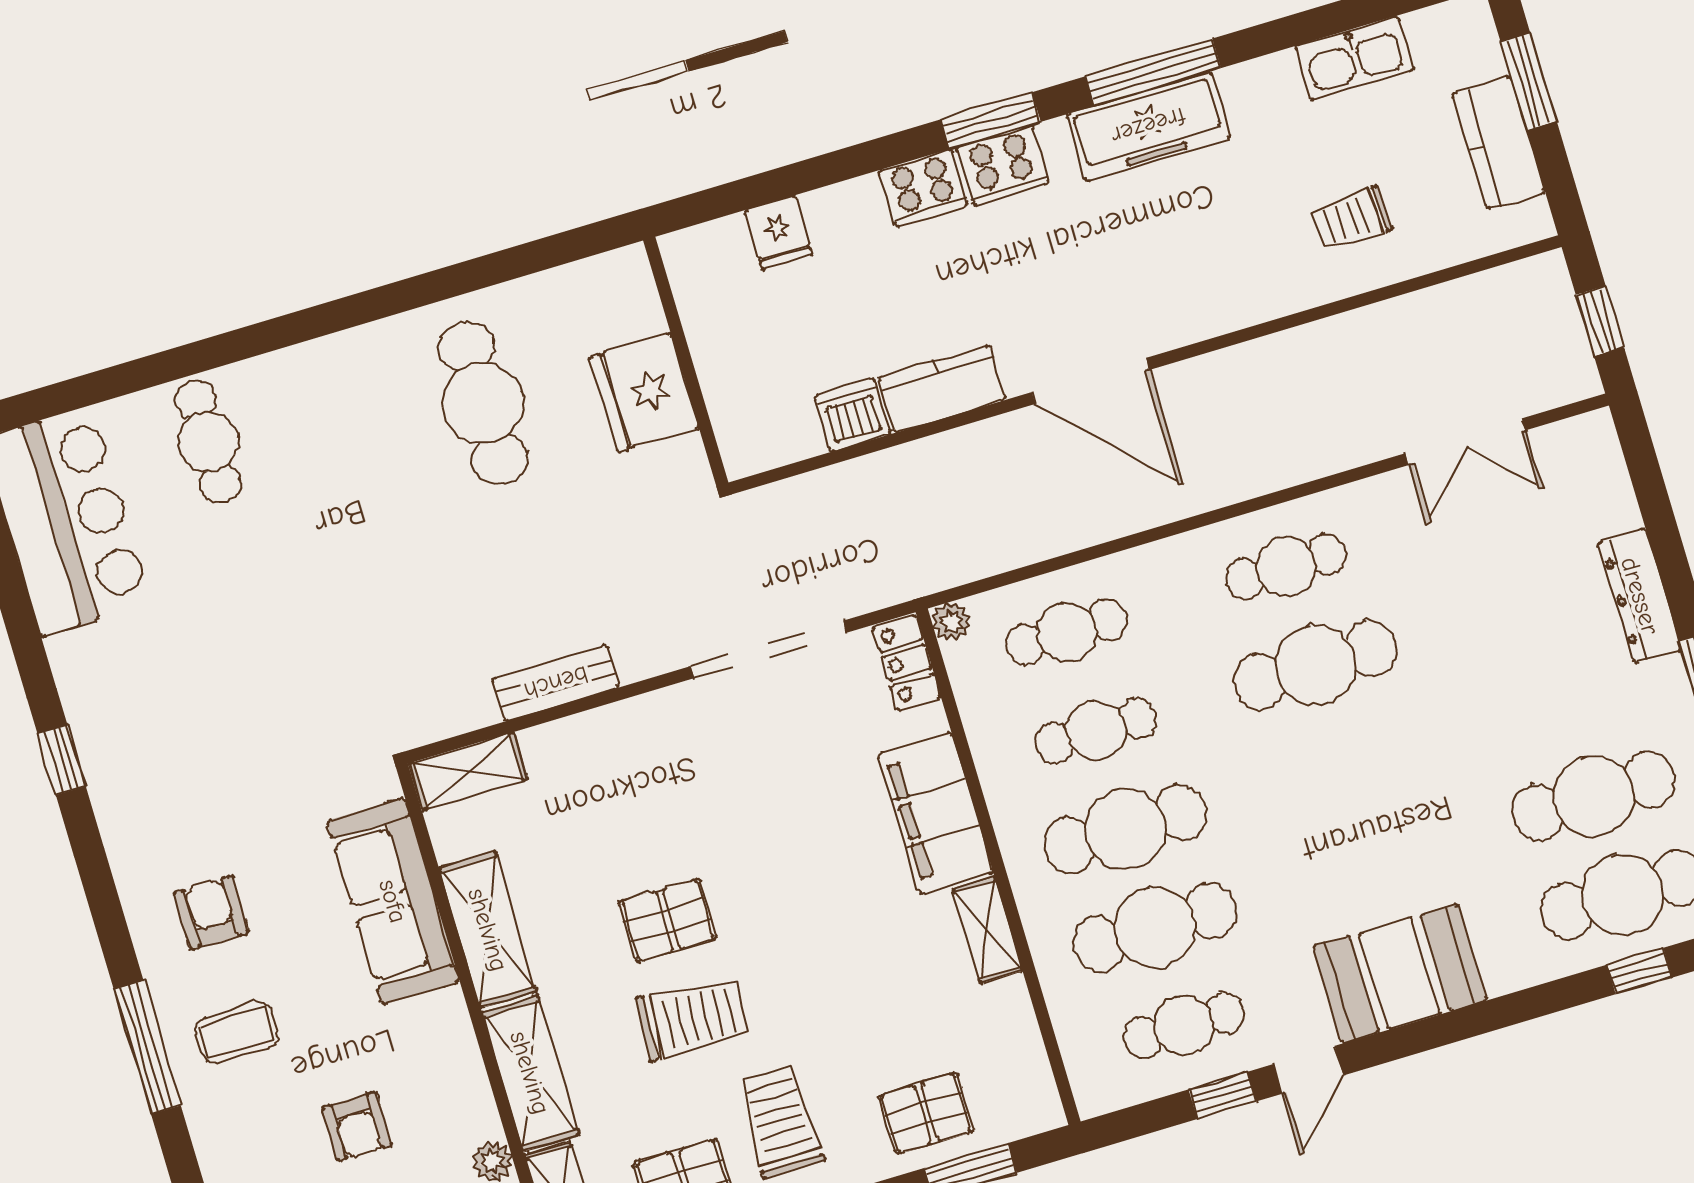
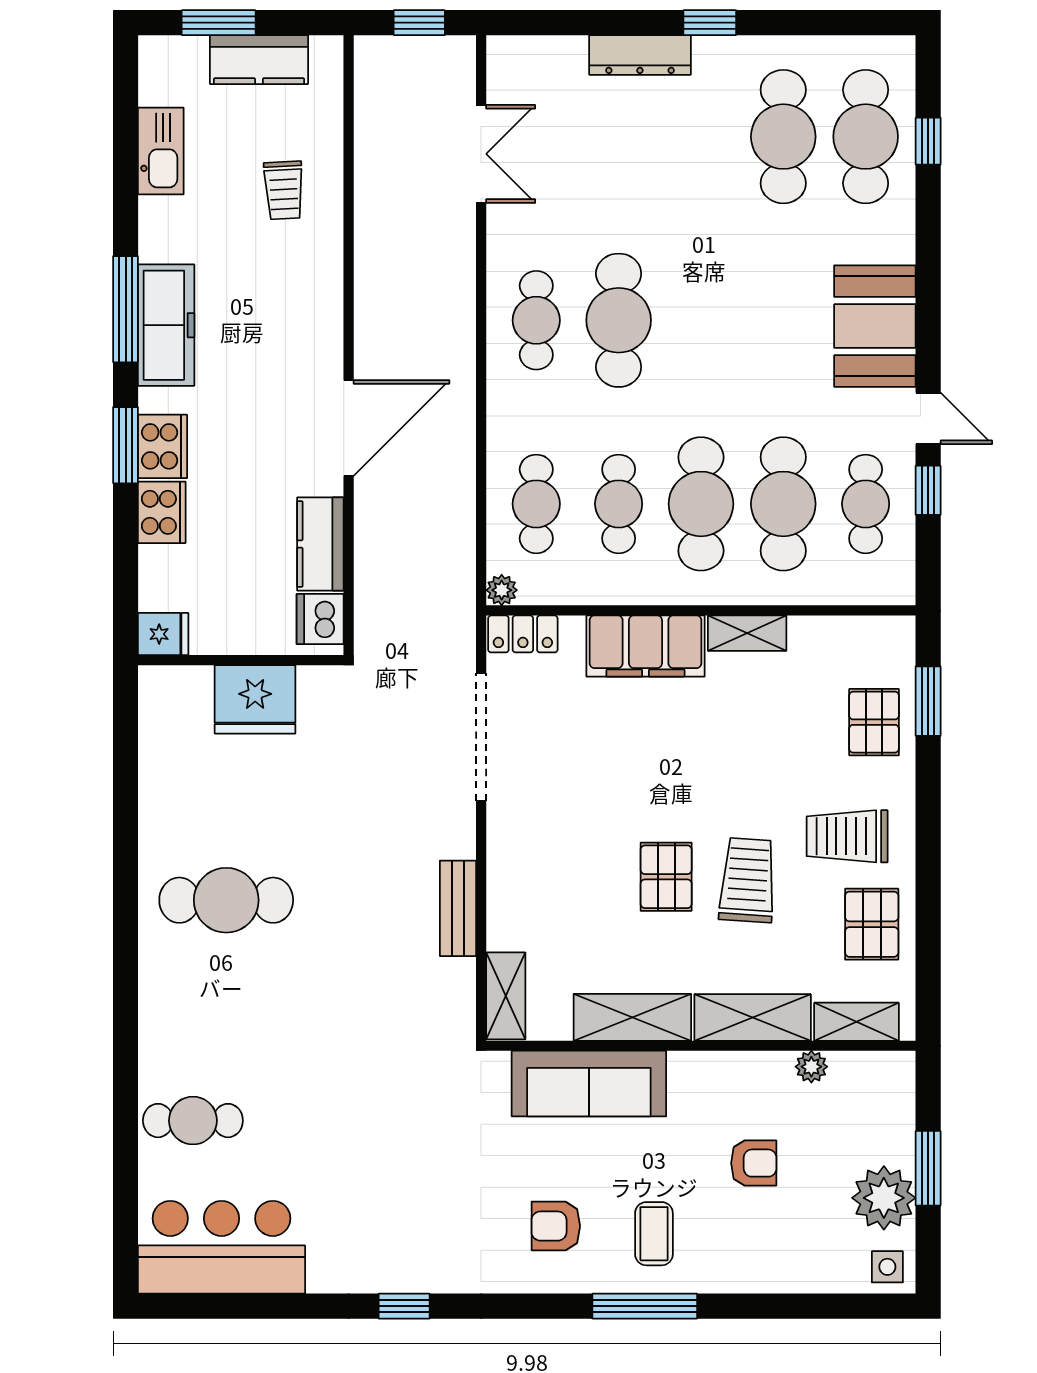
wall: (686, 361) -> (241, 660), moved
fridge: (644, 393) -> (255, 699), moved

